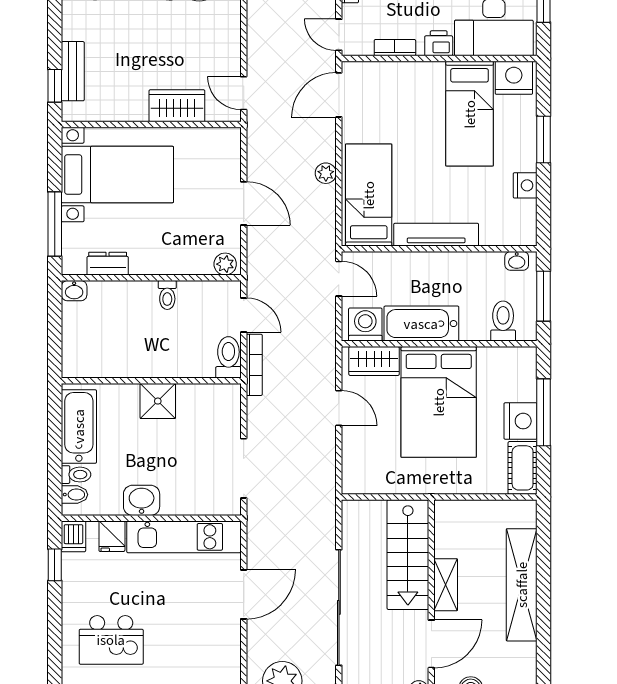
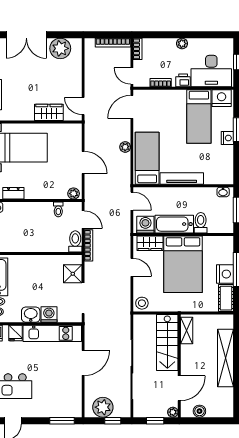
nightstand: (525, 185) -> (227, 138), moved
toilet: (167, 295) -> (58, 209), moved
toilet: (503, 321) -> (201, 223), moved
shower: (158, 401) -> (73, 274), moved
stool: (358, 478) -> (142, 303), added
washing machine: (177, 500) -> (49, 315), added
shelving: (446, 585) -> (187, 330), moved

